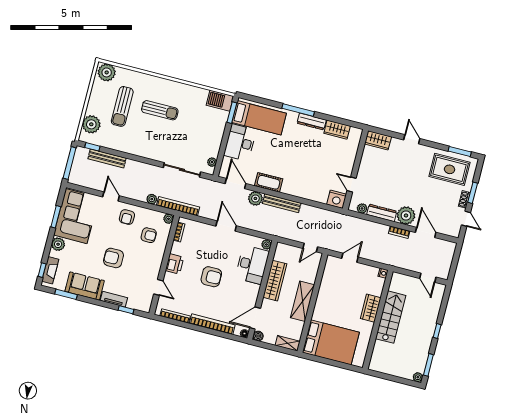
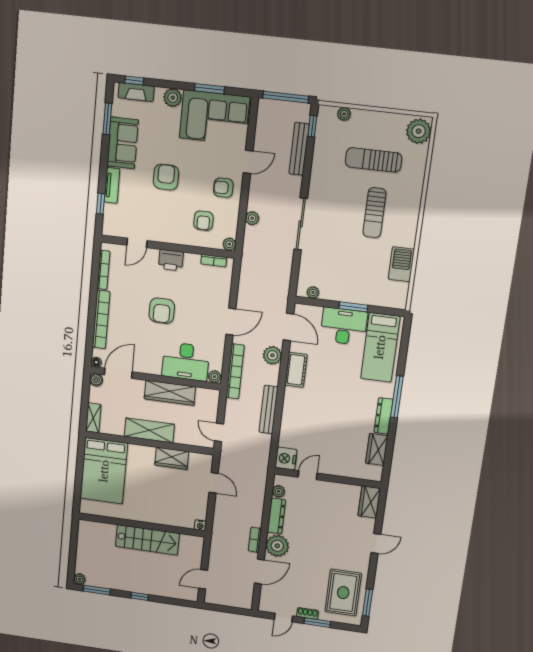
barbecue: (220, 101) -> (401, 264), moved
window: (232, 113) -> (353, 307), moved
plant: (91, 124) -> (344, 114), width x0.53, depth x0.53
sliding door: (182, 170) -> (301, 224), moved
door: (235, 184) -> (288, 327), hinge flipped
bench: (282, 203) -> (269, 410), moved
bookcase: (178, 206) -> (235, 371), moved
wardrobe: (371, 308) -> (172, 458), moved, turned 180
door: (255, 318) -> (118, 373), hinge flipped

